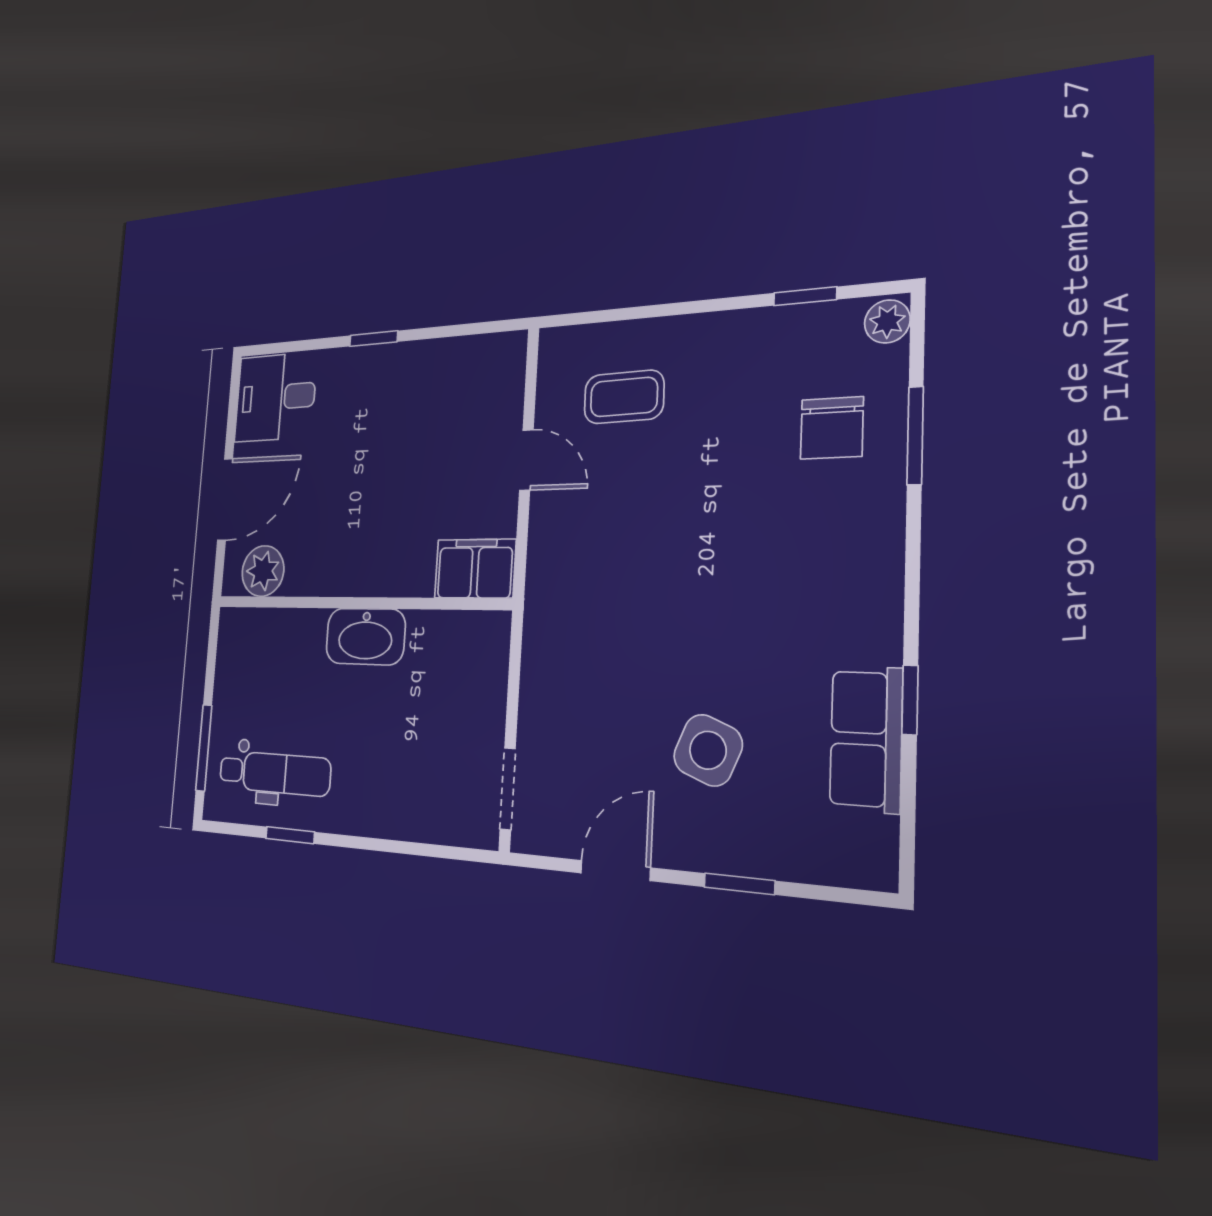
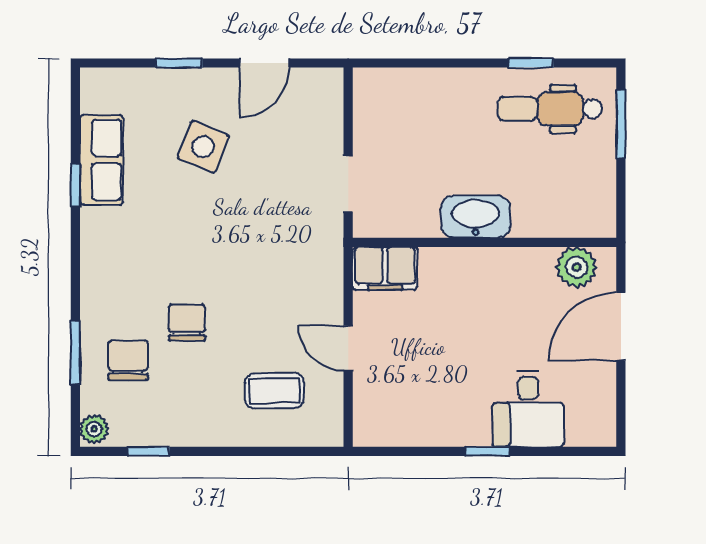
desk: (275, 397) -> (528, 409), moved, turned 90
chair: (741, 488) -> (187, 322), added
doorway: (508, 789) -> (348, 184), moved

